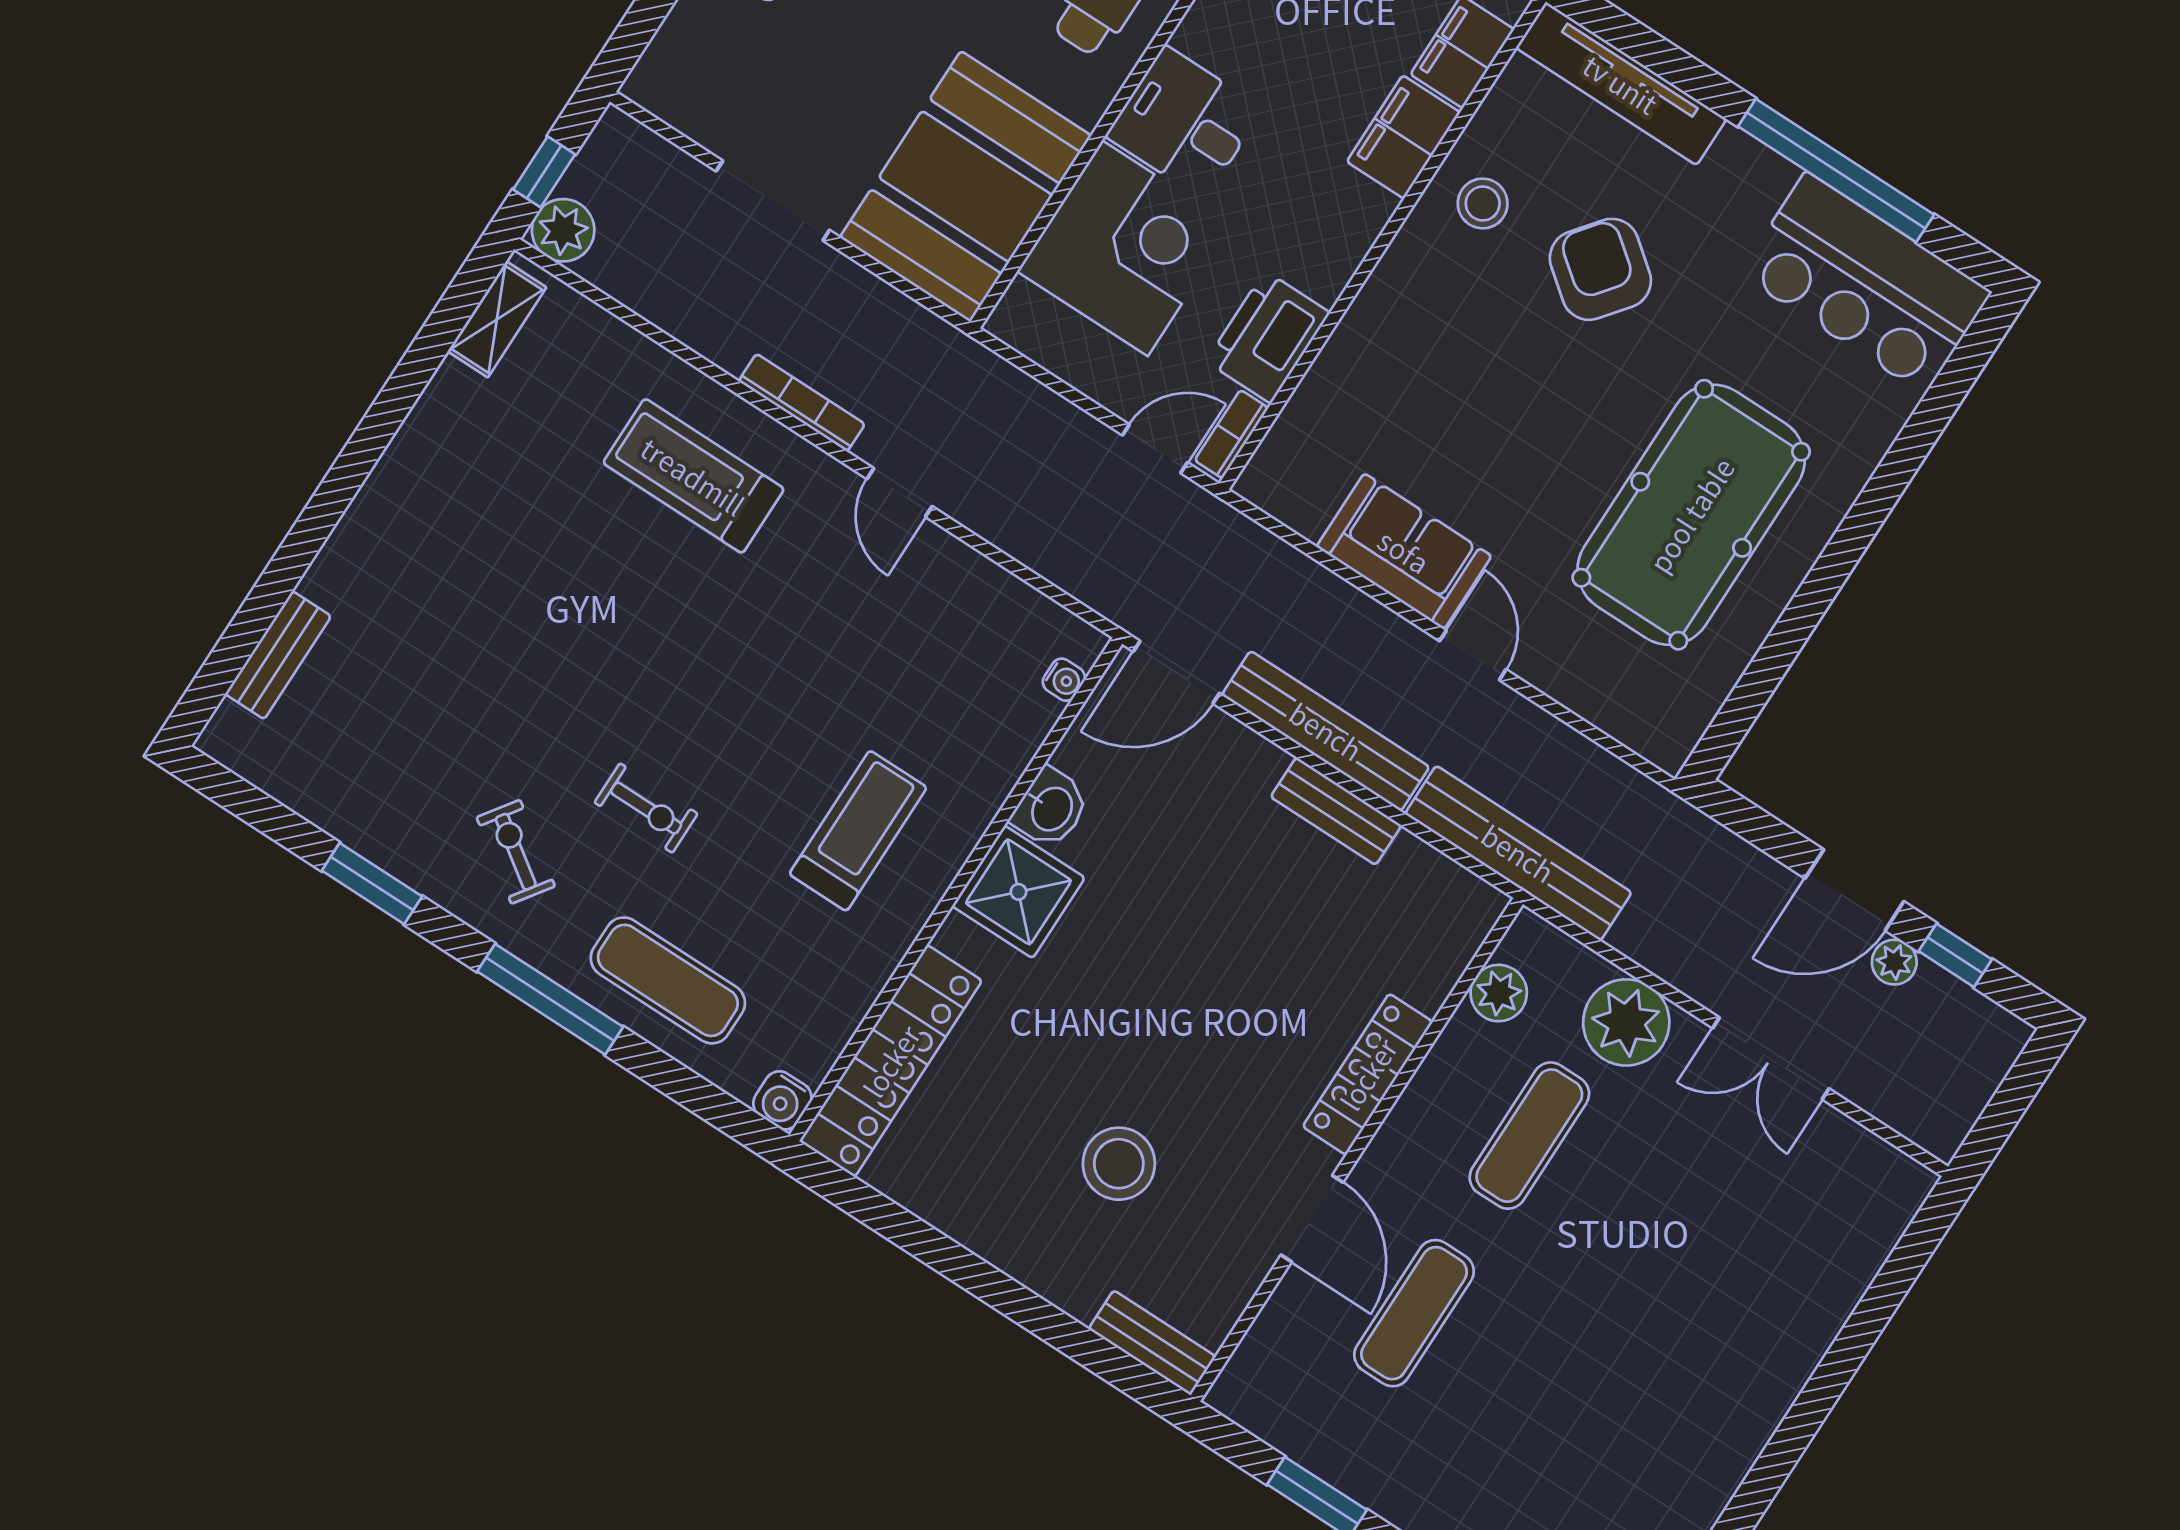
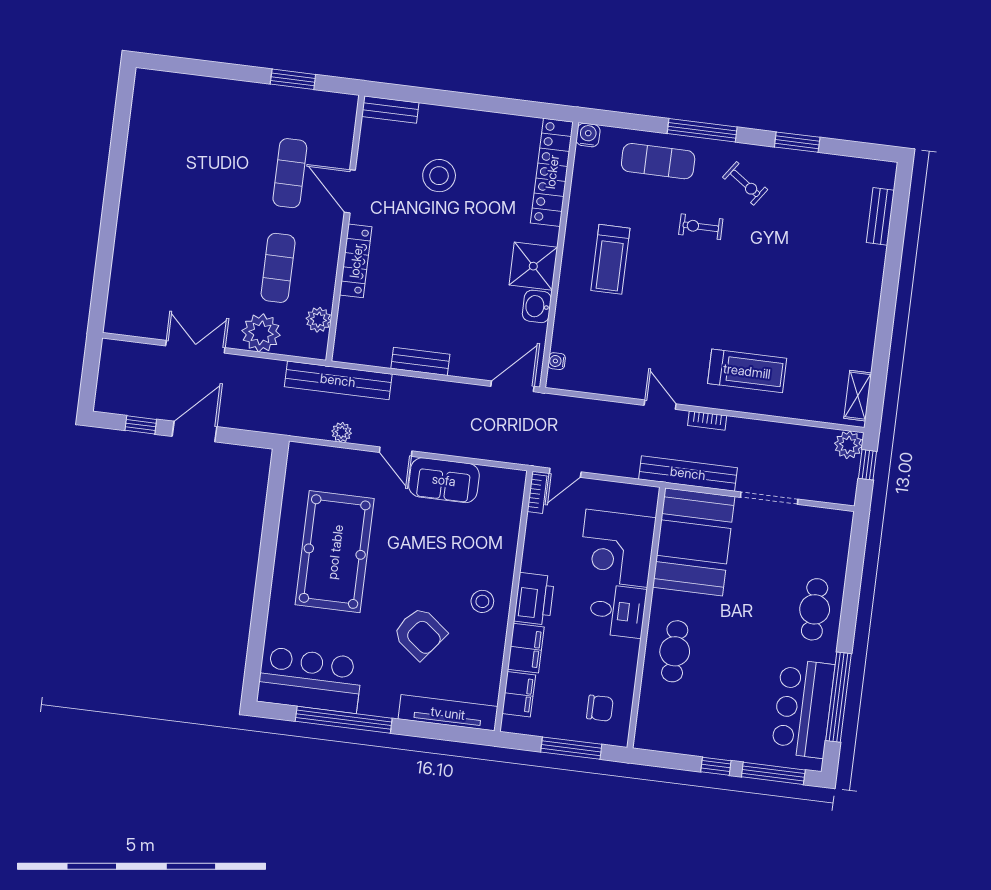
stool: (1483, 203) -> (482, 601), moved
printer: (1268, 337) -> (534, 599), moved
bookcase: (802, 403) -> (707, 421), width x0.64
bench: (1326, 731) -> (688, 473), moved
plant: (1894, 962) -> (342, 432), moved

